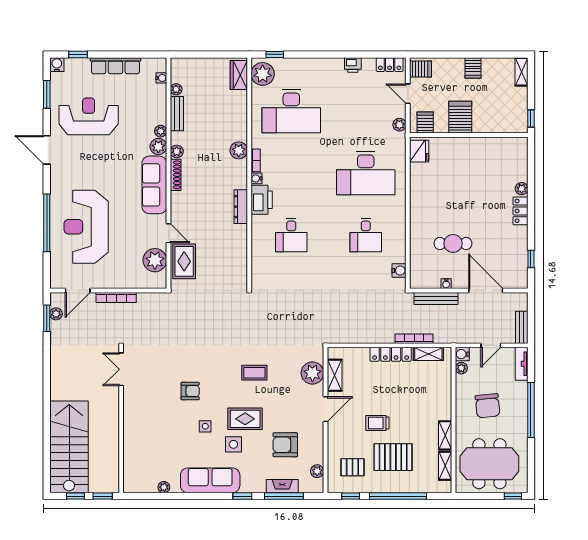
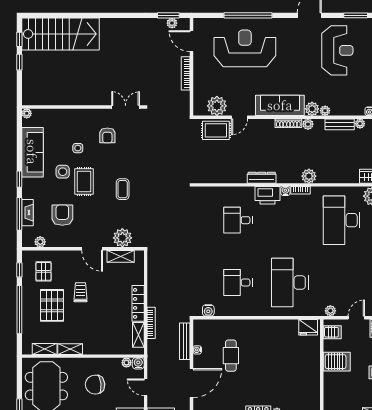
double door: (121, 369) -> (126, 107), moved
wall: (121, 420) -> (83, 107), moved

